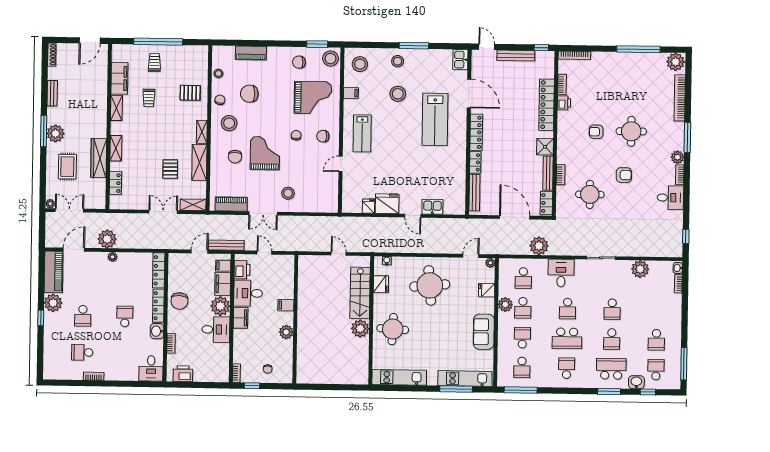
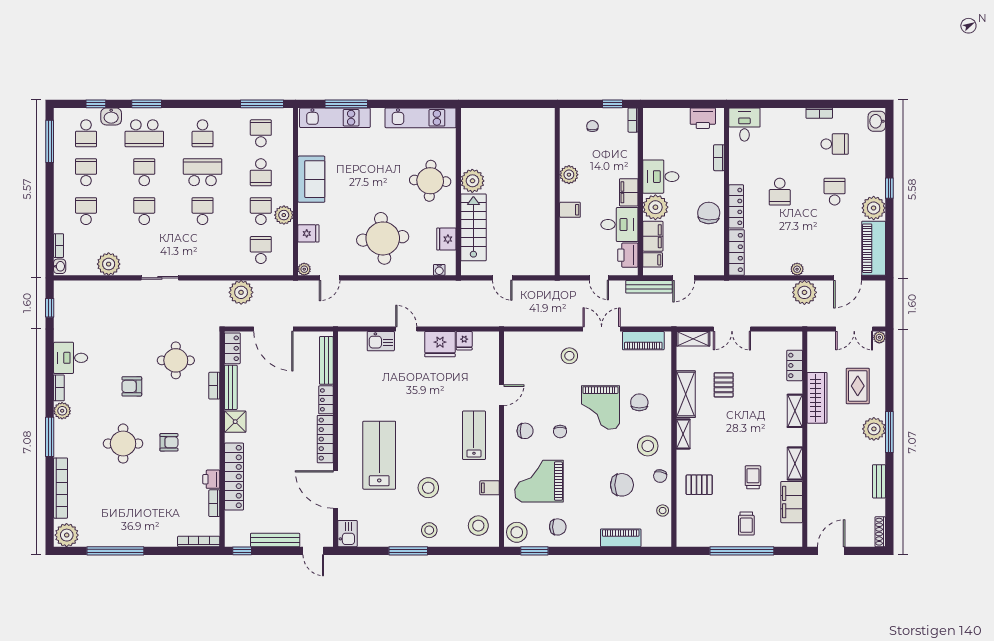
desk: (561, 273) -> (212, 257), removed
school desk: (657, 310) -> (86, 211), added
washbasin: (157, 331) -> (877, 121), moved, turned 180

